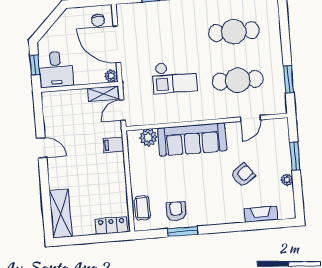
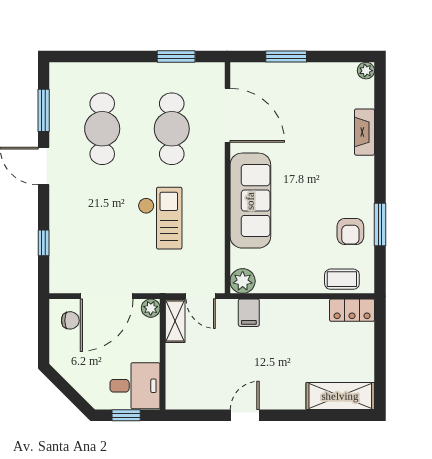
door: (250, 118) -> (227, 115), width x1.87
plant: (148, 138) -> (243, 281), moved
armchair: (243, 175) -> (307, 132), removed
plant: (287, 180) -> (366, 71), moved
armchair: (176, 211) -> (350, 232), turned -90
fireplace: (261, 214) -> (365, 132), moved
locker: (111, 225) -> (352, 310), moved, turned -90

